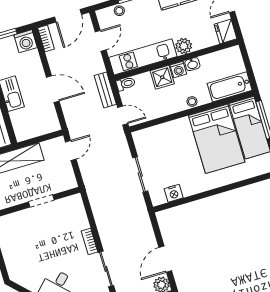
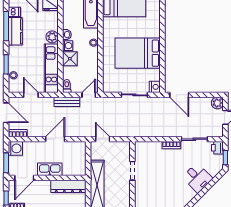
bed: (217, 139) -> (138, 53), moved, turned 180
nightstand: (174, 193) -> (155, 87), moved
door: (165, 259) -> (179, 95), moved

